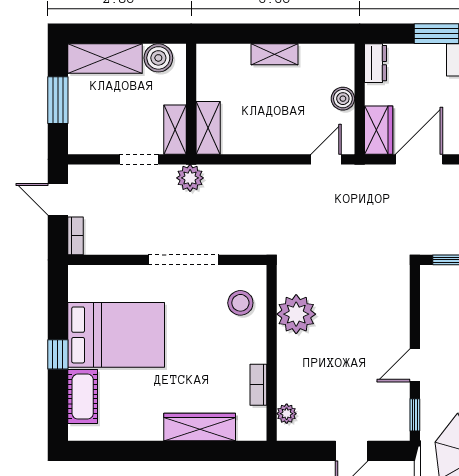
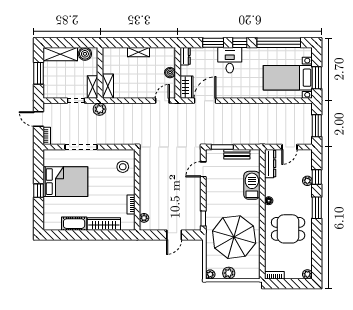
doorway: (183, 260) -> (81, 147), moved
plant: (296, 314) -> (149, 172), removed
door: (415, 365) -> (203, 169), moved
cot: (83, 397) -> (74, 224), moved, turned 90

